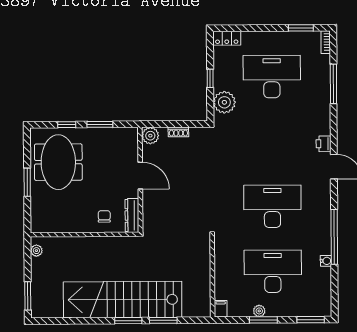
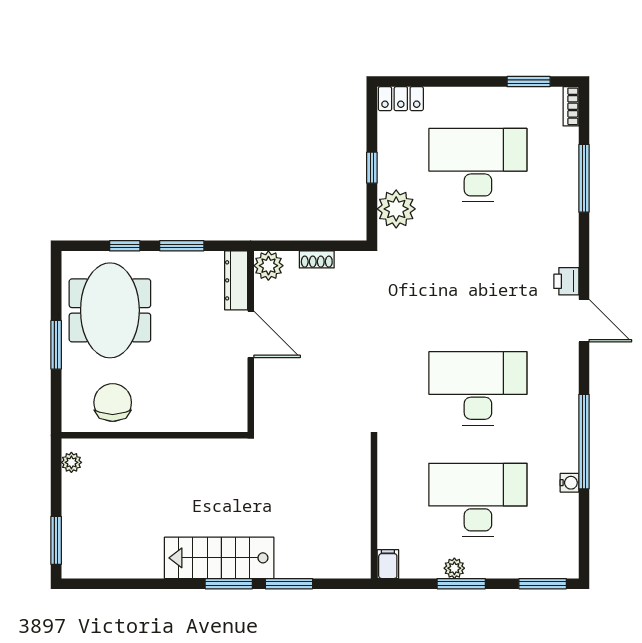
dresser: (132, 215) -> (236, 280), moved
chair: (104, 216) -> (113, 402), moved, width x1.87, depth x1.87
stairs: (123, 300) -> (219, 558), width x0.54, depth x0.66

